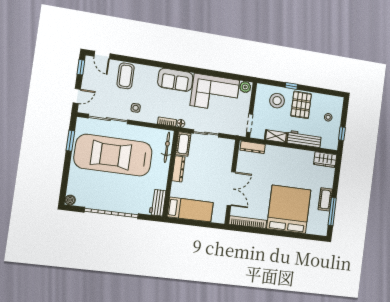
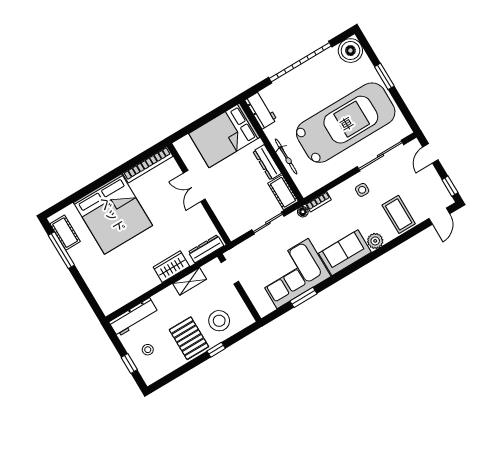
door: (102, 55) -> (439, 216), swing flipped
window: (220, 74) -> (304, 297), added
plant: (245, 87) -> (375, 241), moved
window: (342, 134) -> (129, 364), moved
workbench: (304, 139) -> (134, 317), moved
window: (70, 141) -> (384, 76), moved
bicycle: (167, 147) -> (286, 156), moved
wardrobe: (325, 160) -> (171, 267), moved
double door: (231, 189) -> (194, 186), width x0.73
cot: (325, 199) -> (65, 233), moved
boiler: (70, 200) -> (350, 51), width x1.86, depth x1.86
bed: (190, 210) -> (224, 135), width x1.50

